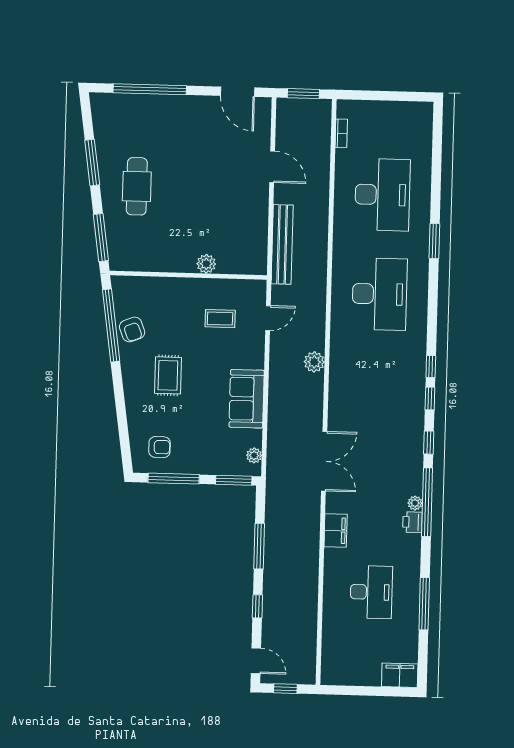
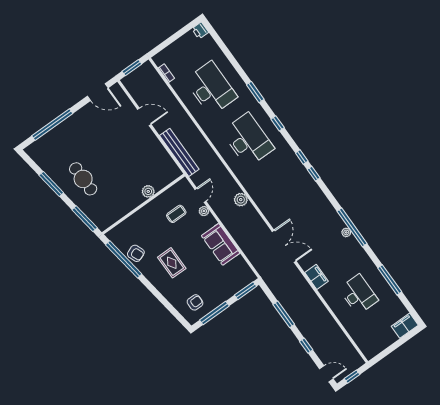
window: (429, 443) -> (278, 123), moved
plant: (254, 455) -> (204, 211), moved
printer: (412, 522) -> (200, 31), moved

